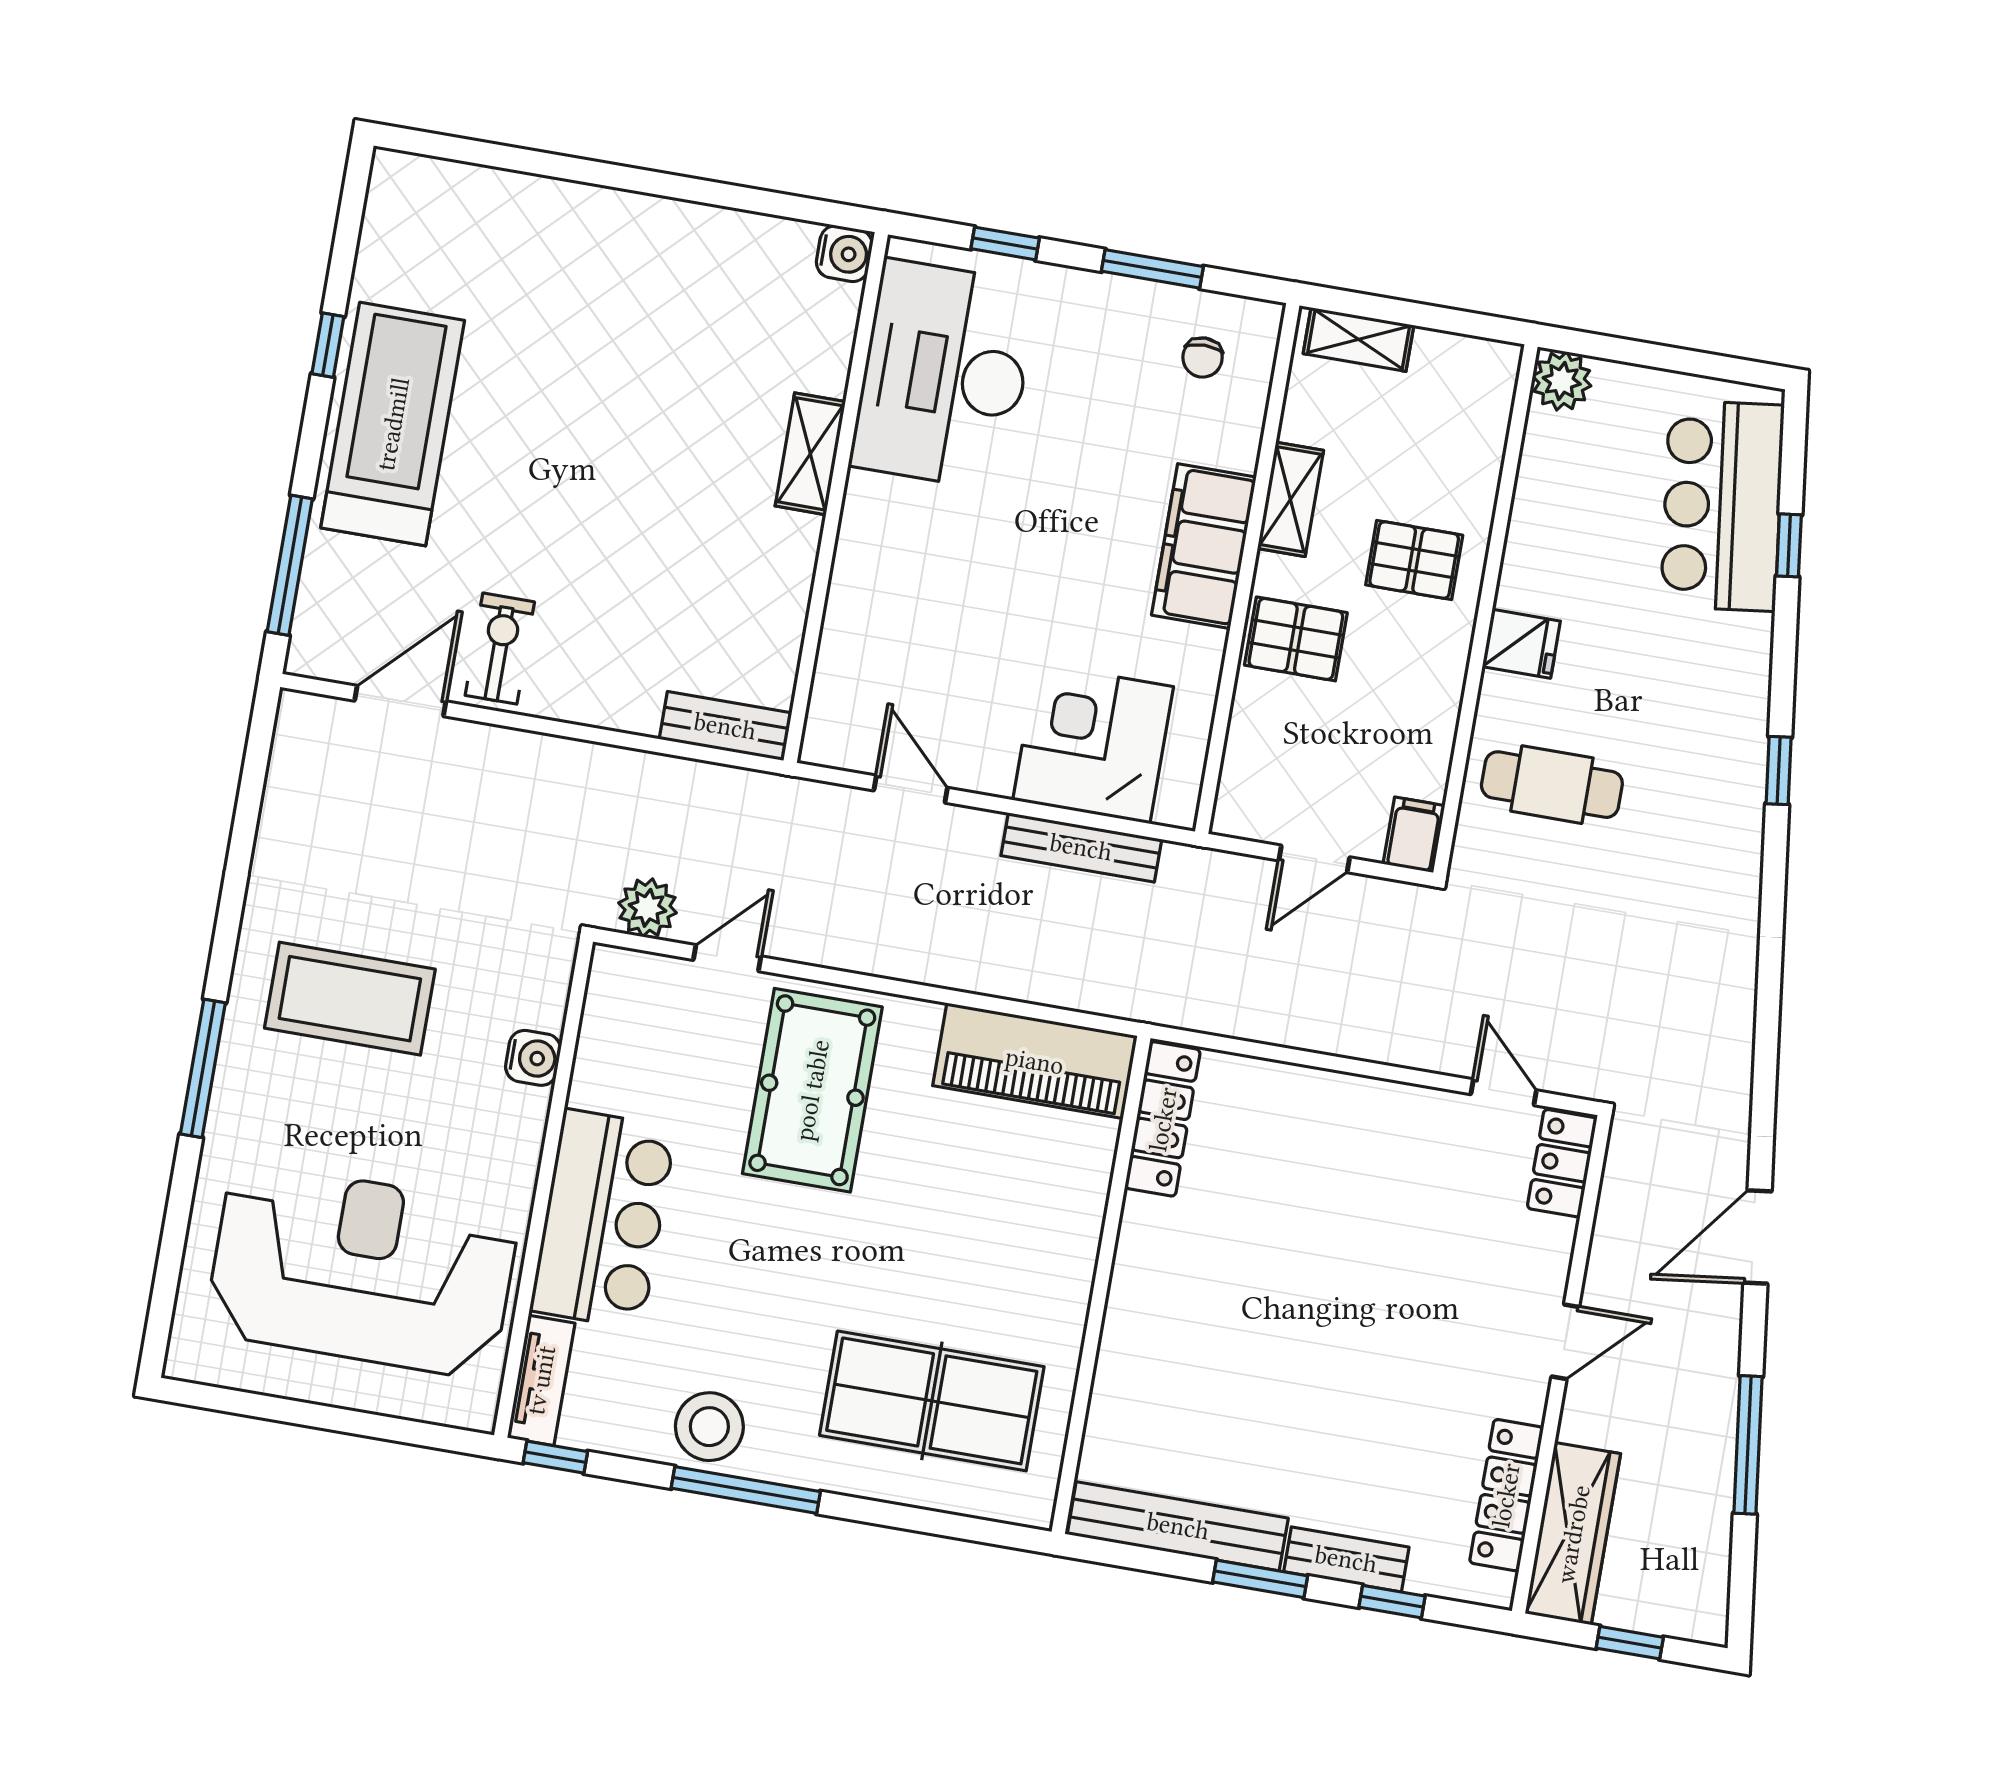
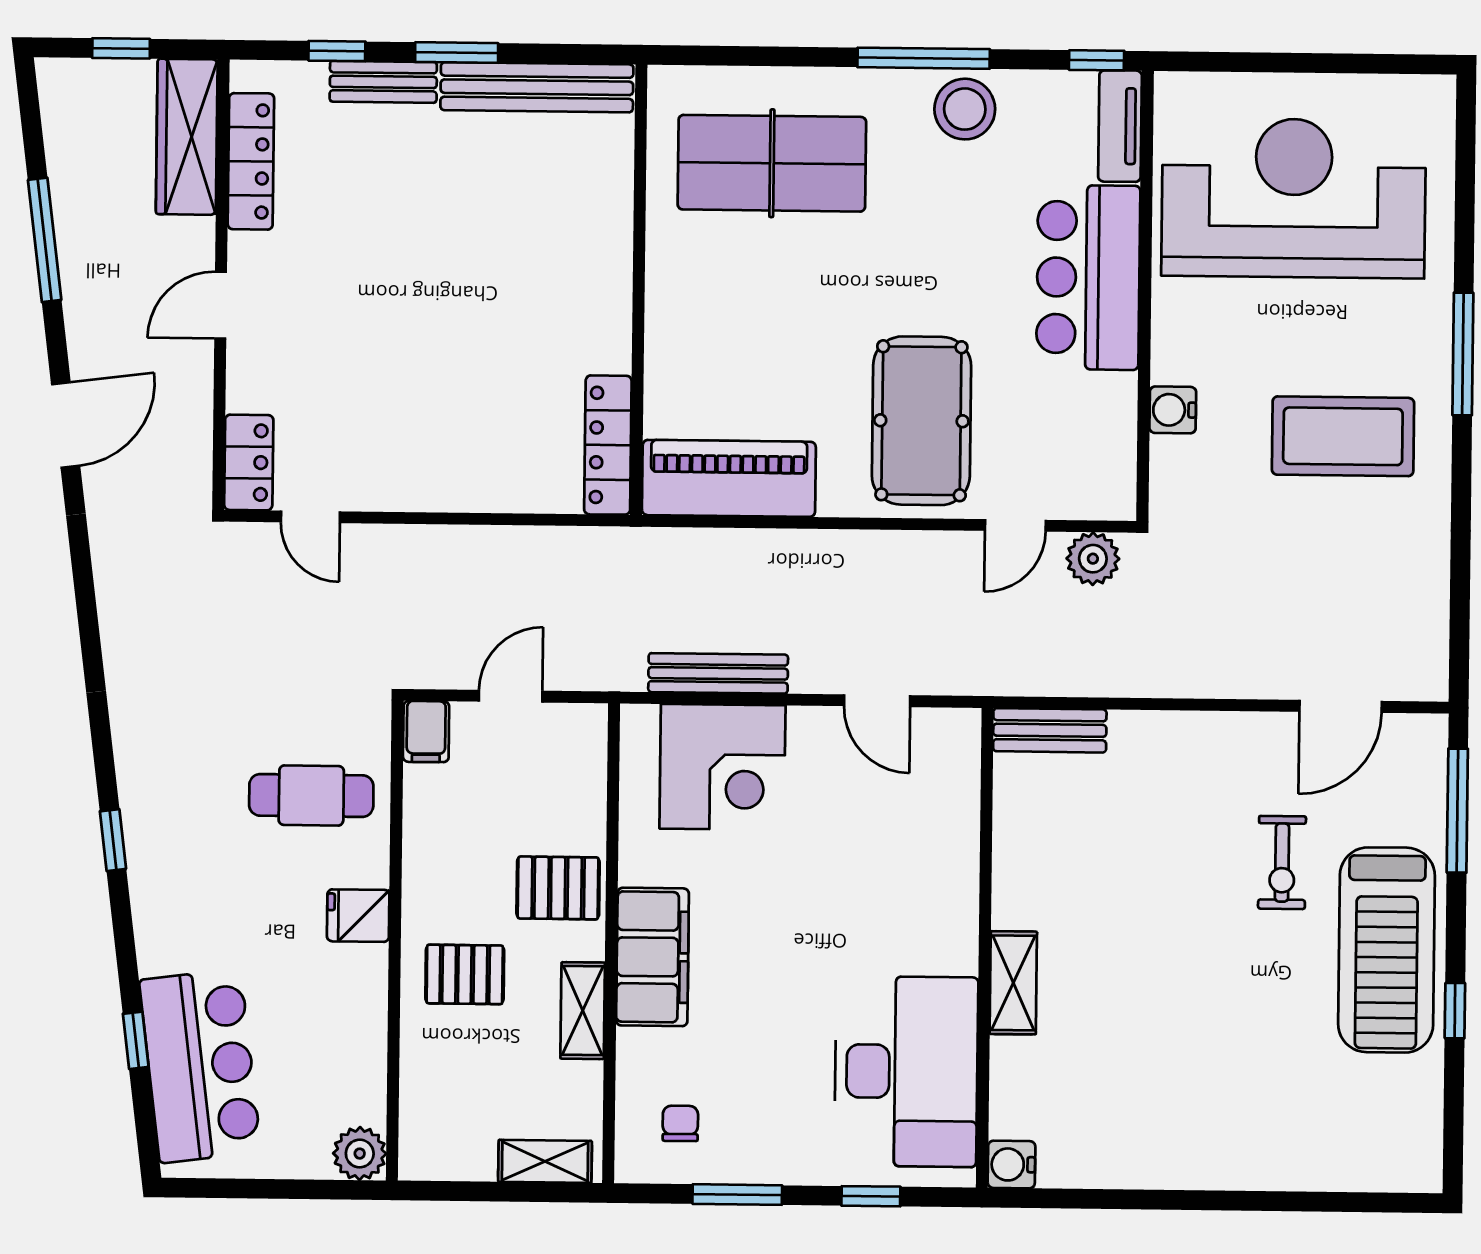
exercise bike: (500, 649) -> (1282, 863), moved
reception desk: (362, 1270) -> (1294, 198), turned 180

